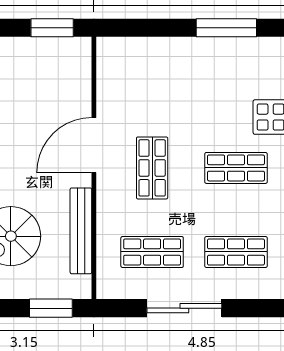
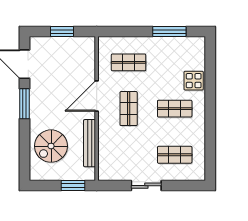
window: (52, 28) -> (62, 32), moved
shop shelf: (152, 252) -> (129, 62), moved
sliding door: (184, 308) -> (146, 186), width x0.73

